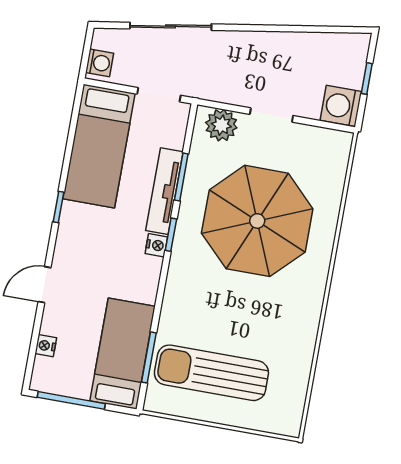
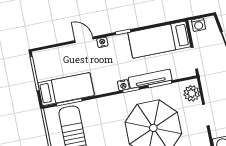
nightstand: (46, 346) -> (102, 42), moved

